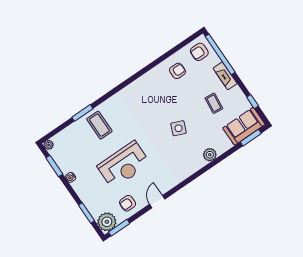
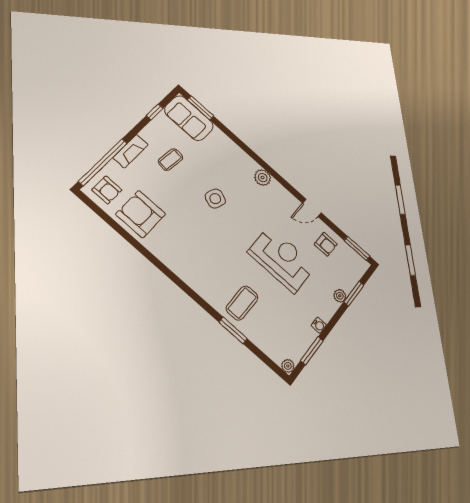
armchair: (177, 71) -> (141, 214), width x1.88, depth x1.88
plant: (210, 155) -> (263, 178), moved
plant: (107, 222) -> (340, 296), moved, width x0.53, depth x0.53

